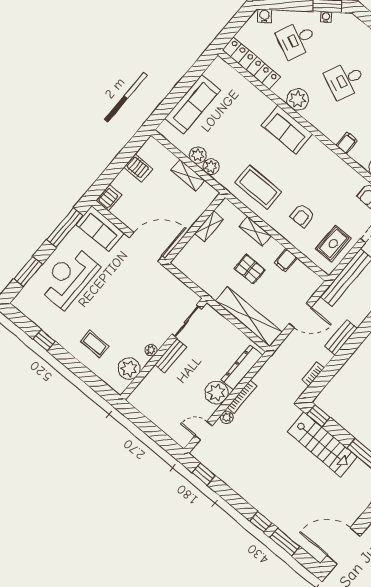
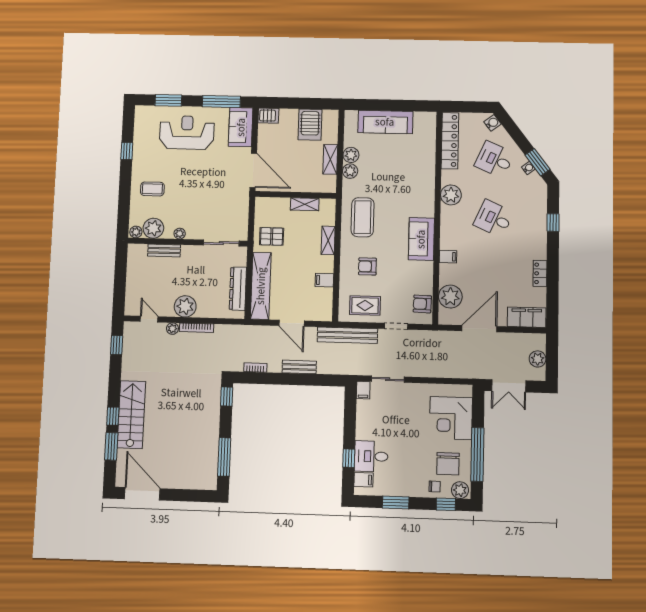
sofa: (287, 130) -> (421, 239), moved
server rack: (138, 168) -> (310, 125), width x1.36, depth x1.44
pallet: (250, 269) -> (272, 236), moved, turned 90
coffee table: (95, 344) -> (152, 189), turned 90
bench: (170, 356) -> (164, 251), moved
dresser: (242, 367) -> (238, 289), moved, turned -90
plant: (121, 386) -> (136, 232), added
stairs: (322, 444) -> (131, 415), moved, turned 180

